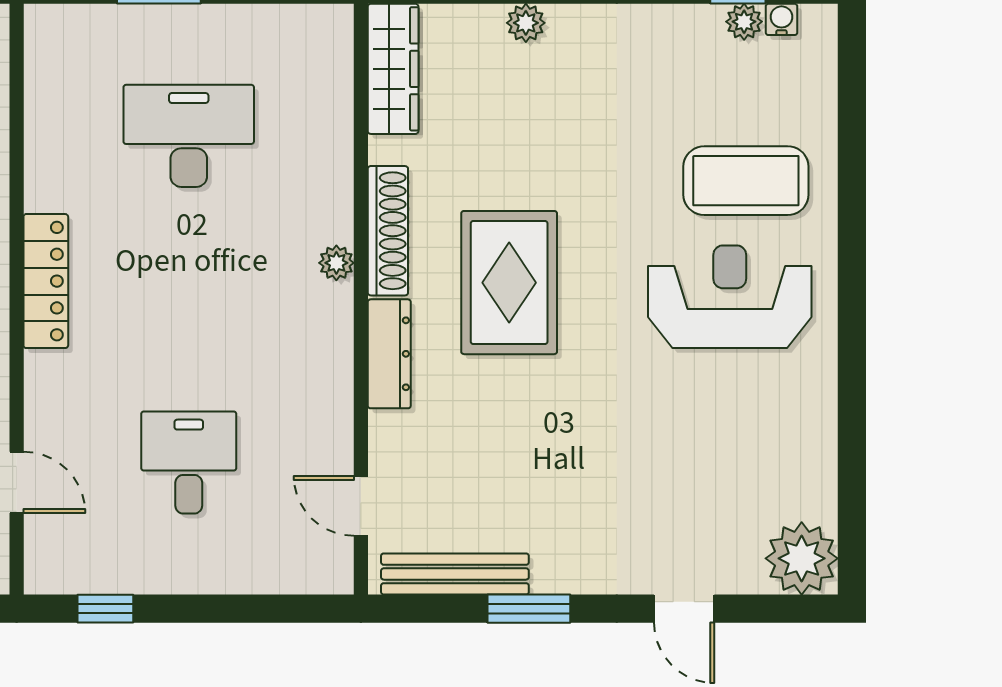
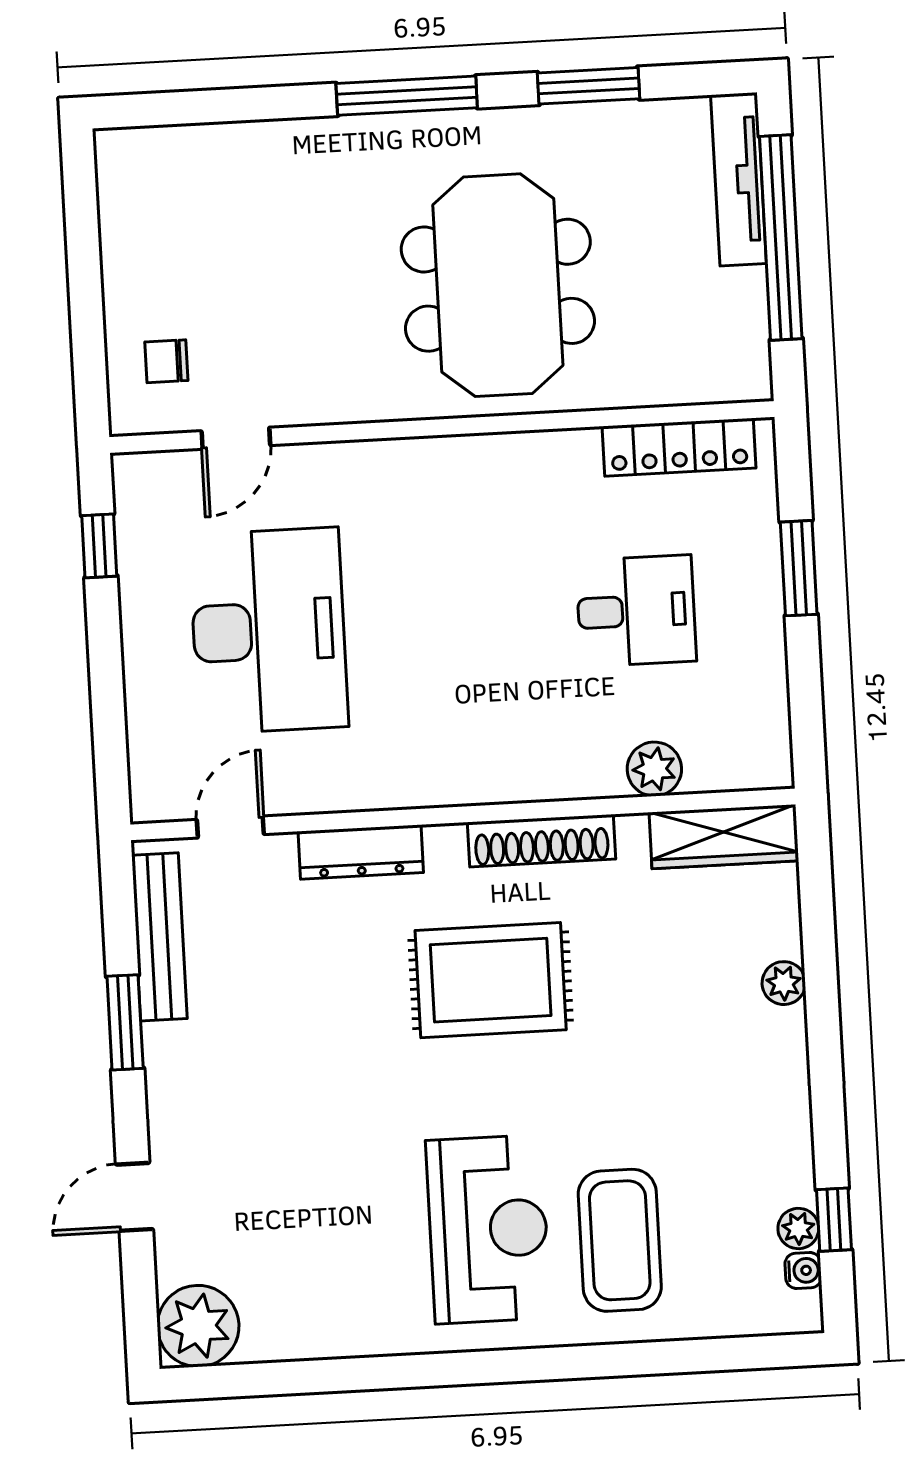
desk: (189, 136) -> (636, 611), width x0.73
plant: (336, 263) -> (654, 769), moved, width x1.38, depth x1.38
locker: (46, 281) -> (679, 447), moved
dresser: (389, 354) -> (361, 852), moved
desk: (189, 462) -> (269, 631), width x1.87, depth x1.30

